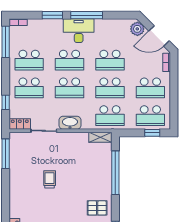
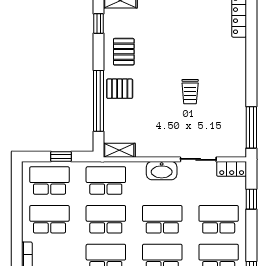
window: (152, 133) -> (61, 156), moved
pallet: (100, 181) -> (120, 89), added
pallet: (97, 208) -> (124, 52), turned 90

